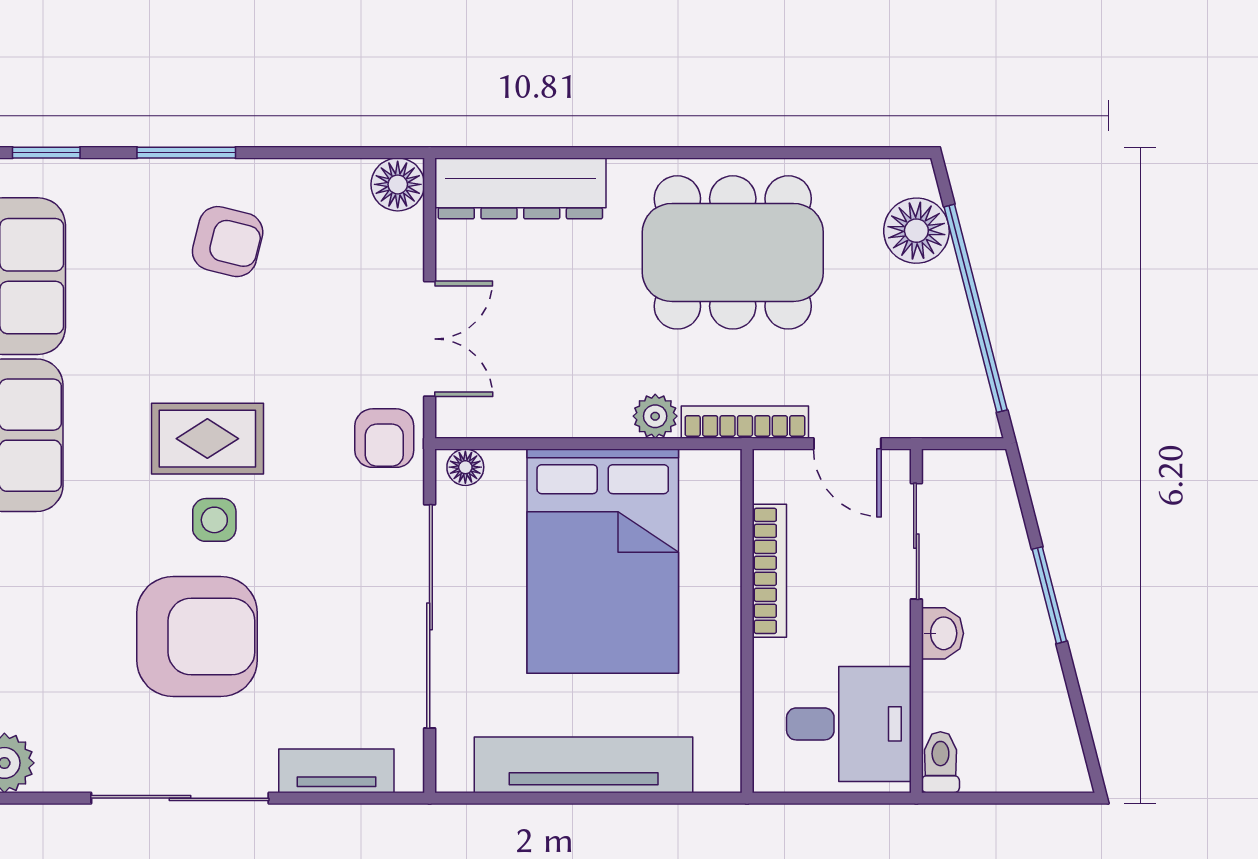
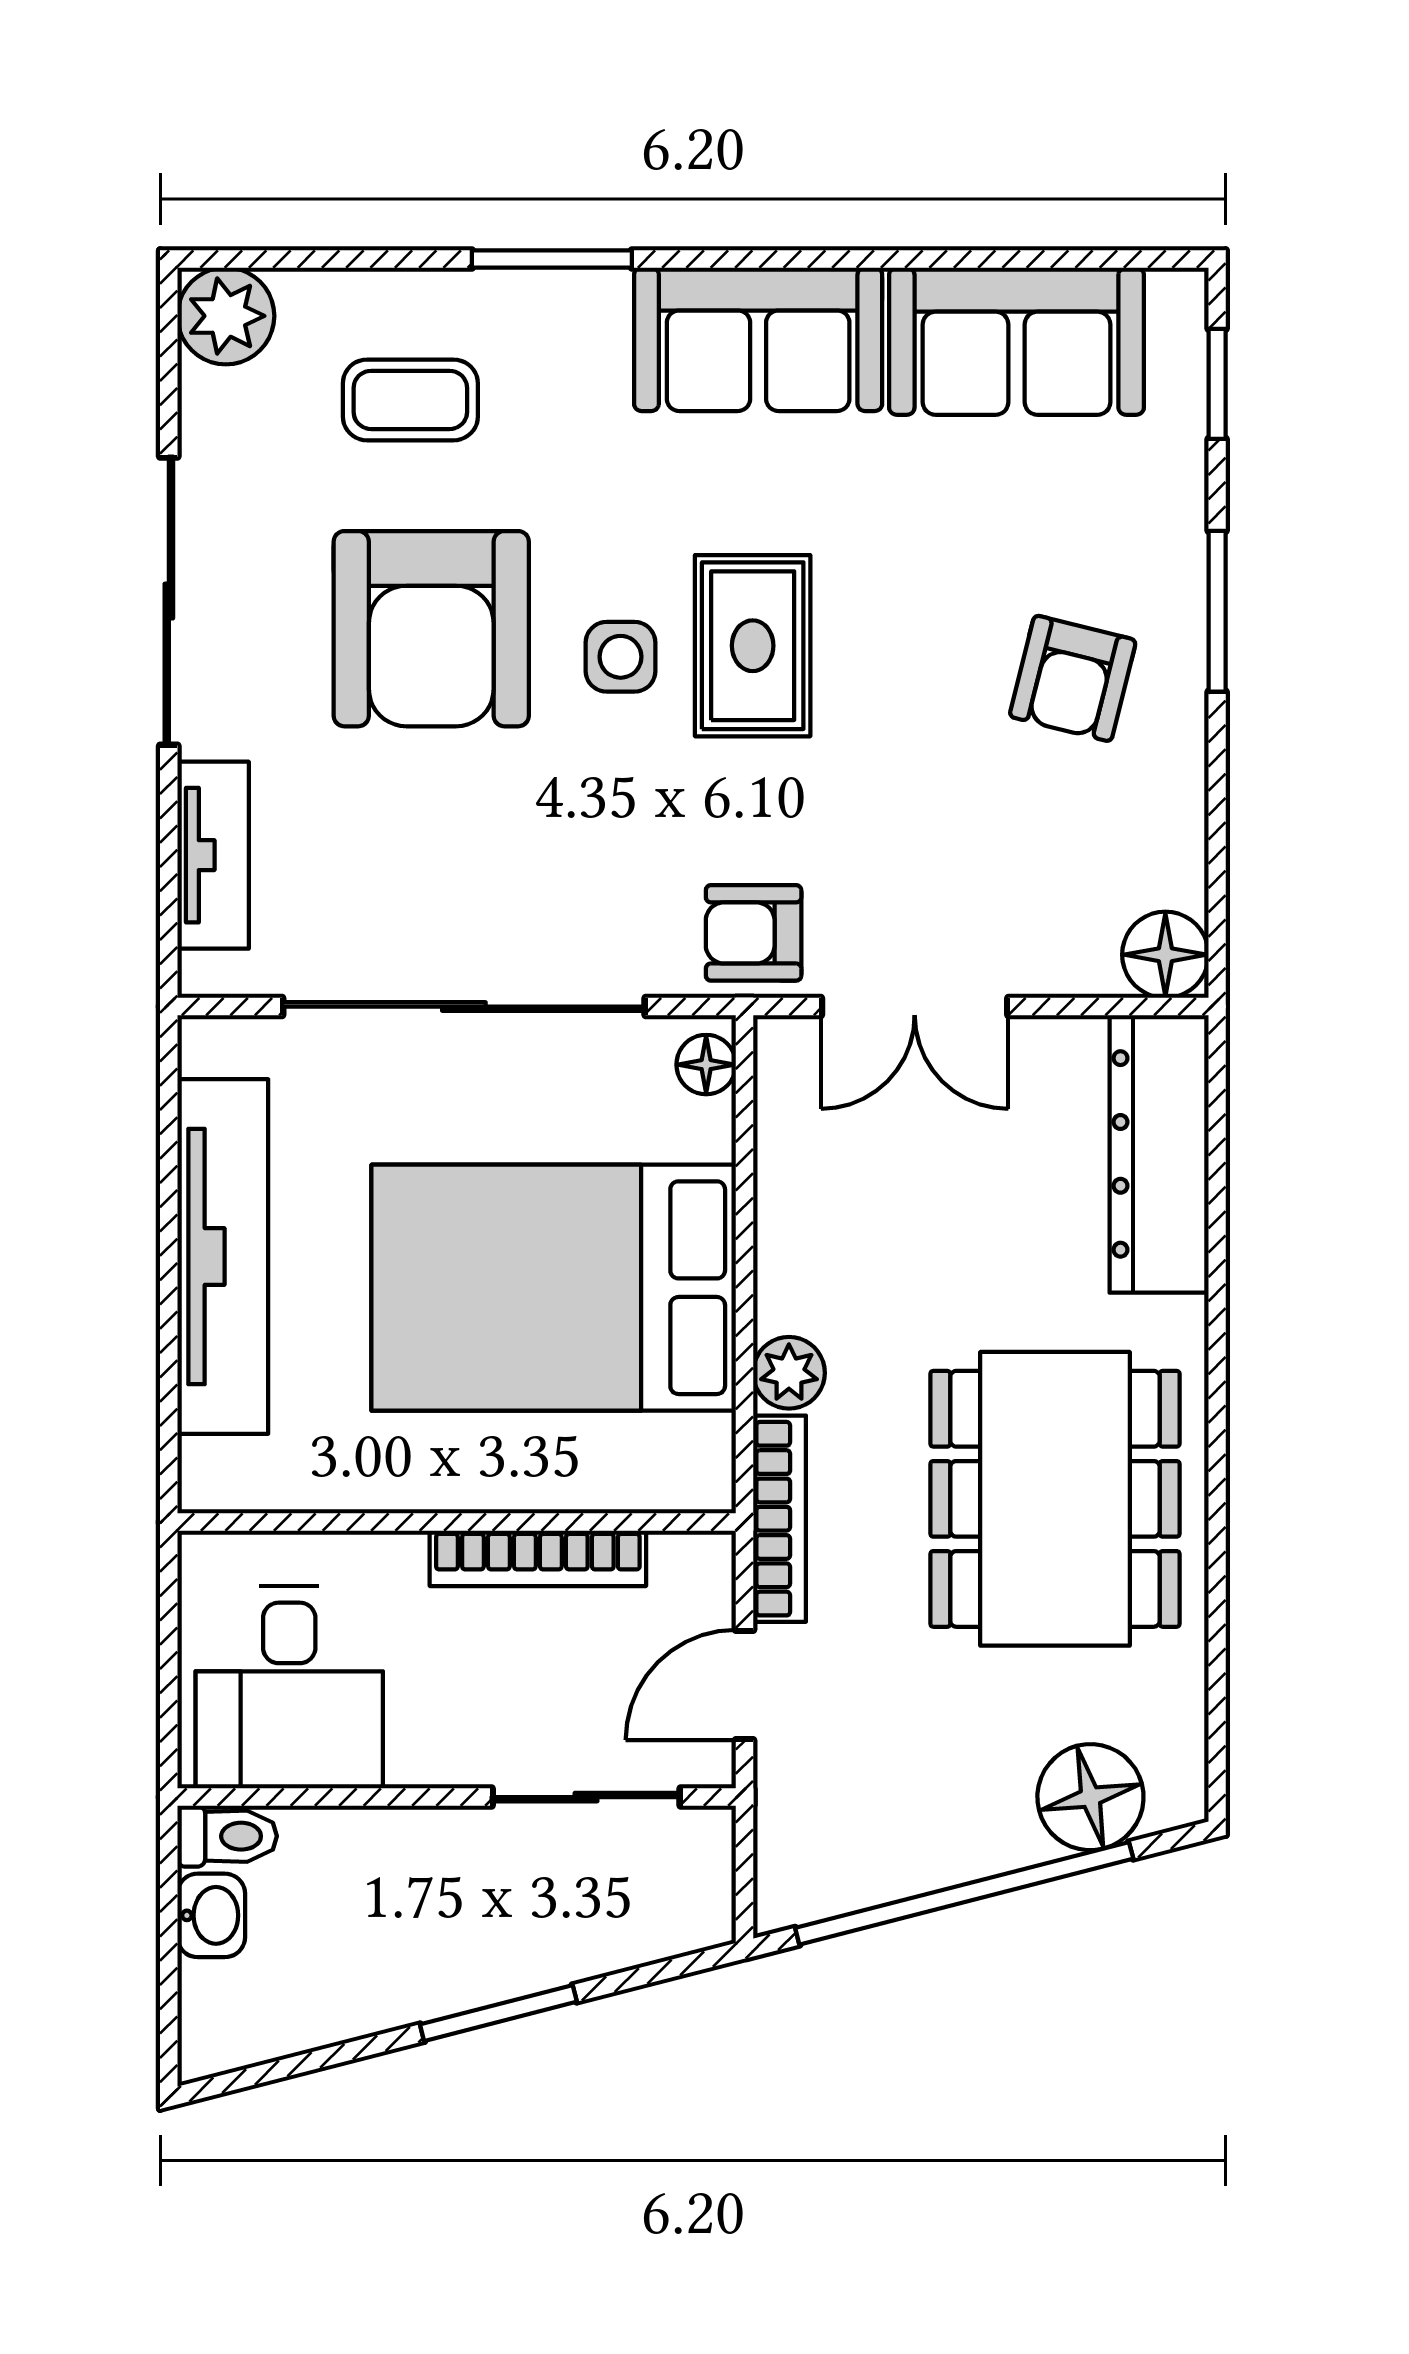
washbasin: (942, 633) -> (211, 1915), moved, turned -90
coffee table: (56, 649) -> (410, 400), added

